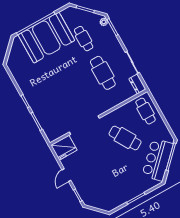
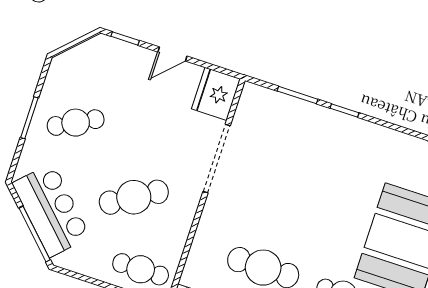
door: (66, 175) -> (172, 54), swing flipped
cafe table: (121, 182) -> (76, 123), added

